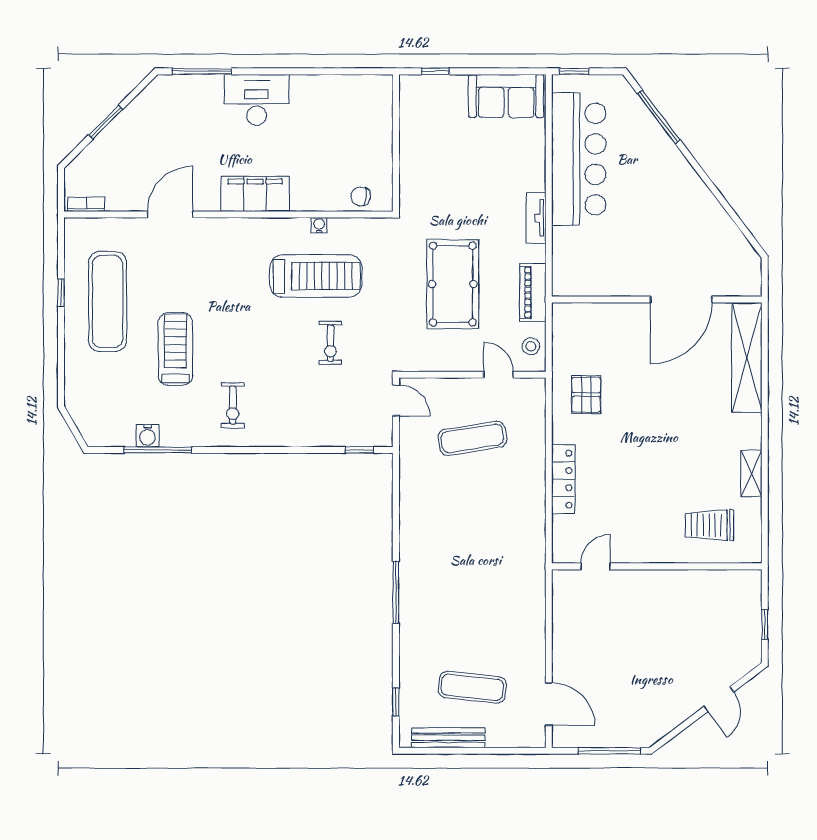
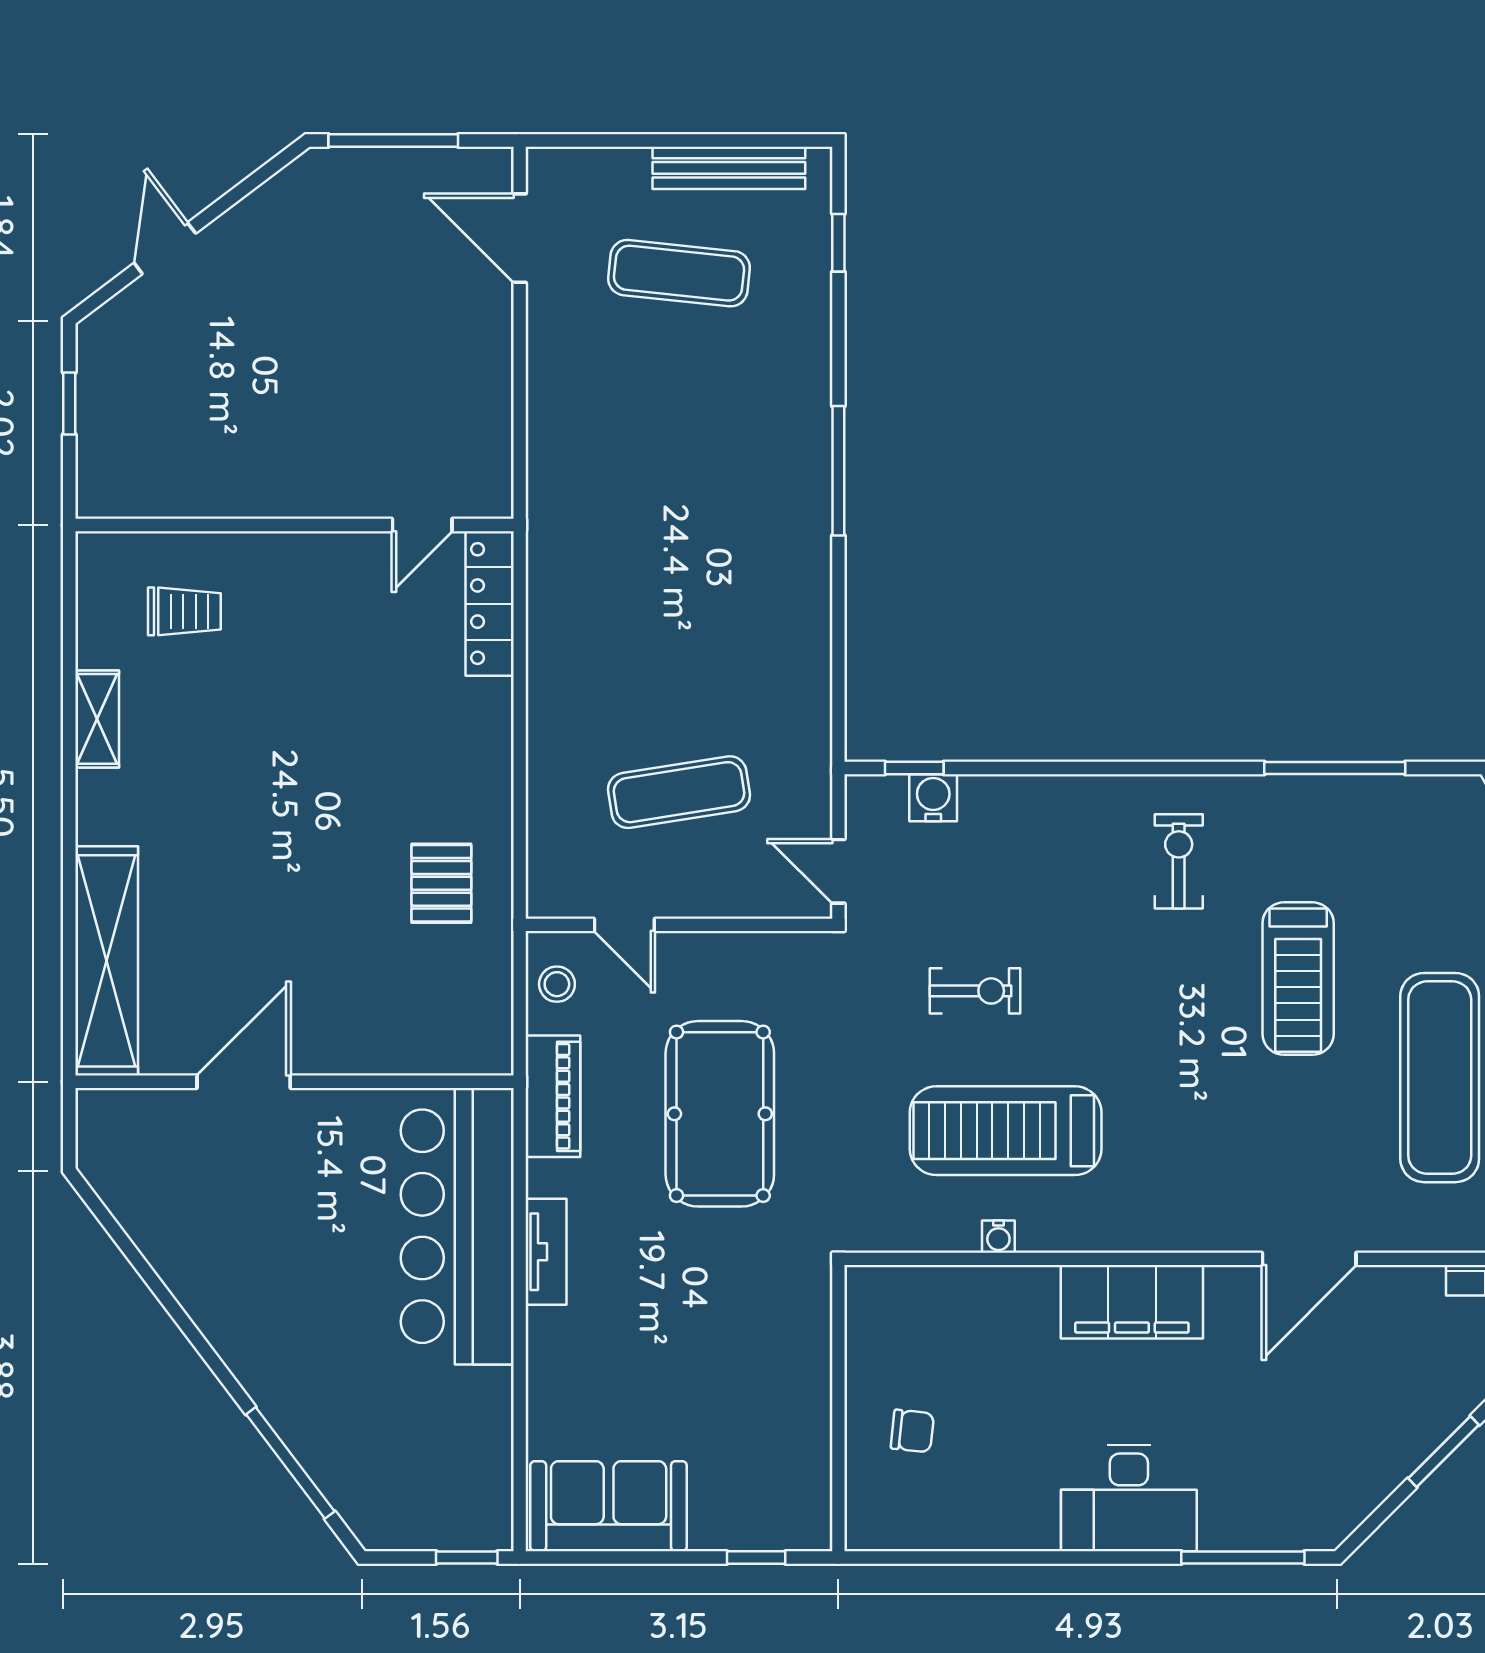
bar counter: (579, 159) -> (457, 1226), moved
chair: (361, 196) -> (912, 1431), moved
door: (681, 299) -> (244, 1082), width x0.73
exercise bike: (330, 343) -> (975, 991), turned 90
water cooler: (147, 436) -> (933, 798), moved
locker: (563, 479) -> (490, 604), moved
trolley: (709, 525) -> (184, 611), width x0.73, depth x0.72

